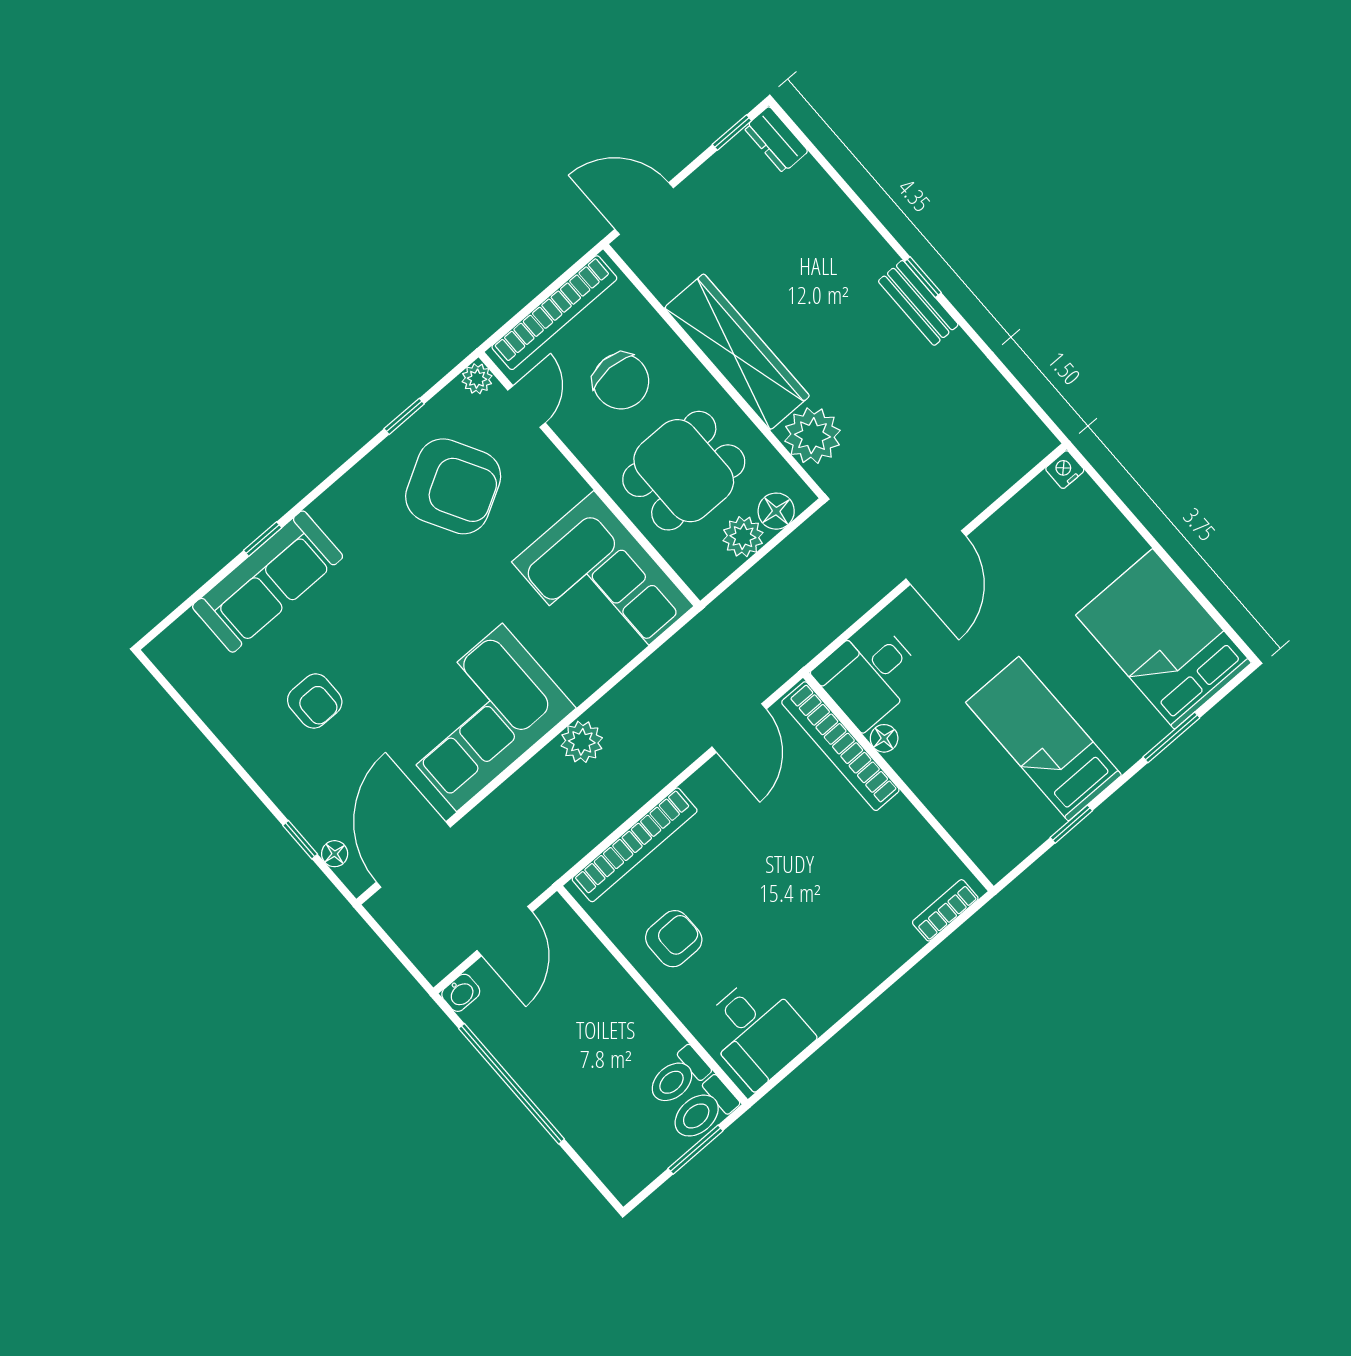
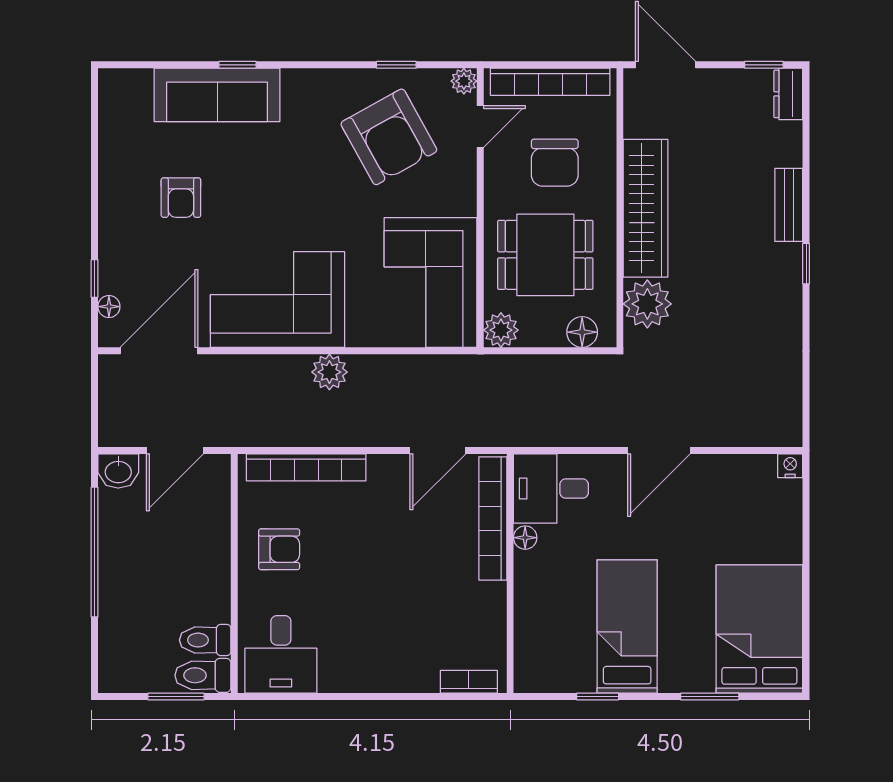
bench: (918, 303) -> (789, 205), moved
plant: (743, 537) -> (501, 330), moved
washbasin: (461, 993) -> (118, 471), width x1.38, depth x1.45

